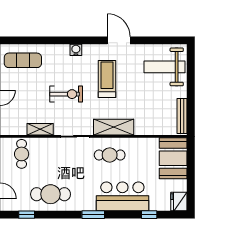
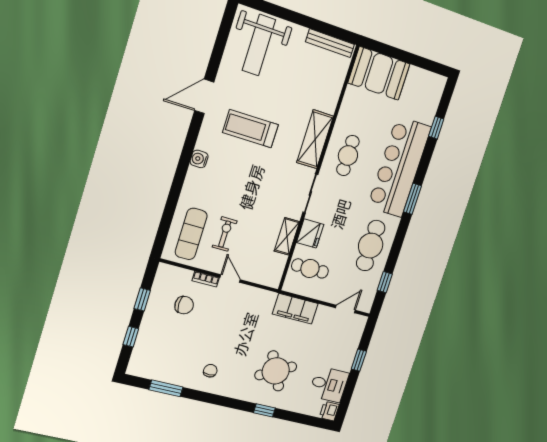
exercise bike: (66, 94) -> (225, 234), moved, width x0.73, depth x0.72
bar counter: (122, 196) -> (399, 167), width x1.36
fridge: (179, 201) -> (310, 233), moved, turned -90

